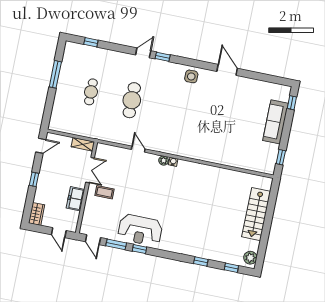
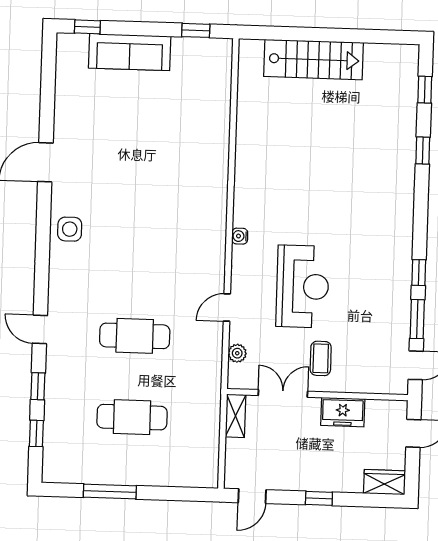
window: (163, 57) -> (38, 386), moved
cafe table: (91, 92) -> (132, 417), width x1.37, depth x1.35
door: (41, 146) -> (252, 496), swing flipped
plant: (164, 161) -> (237, 353), moved
reception desk: (140, 230) -> (303, 286), moved
plant: (250, 258) -> (399, 56), removed

